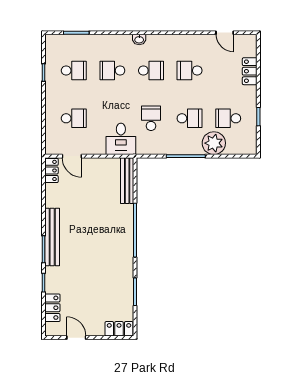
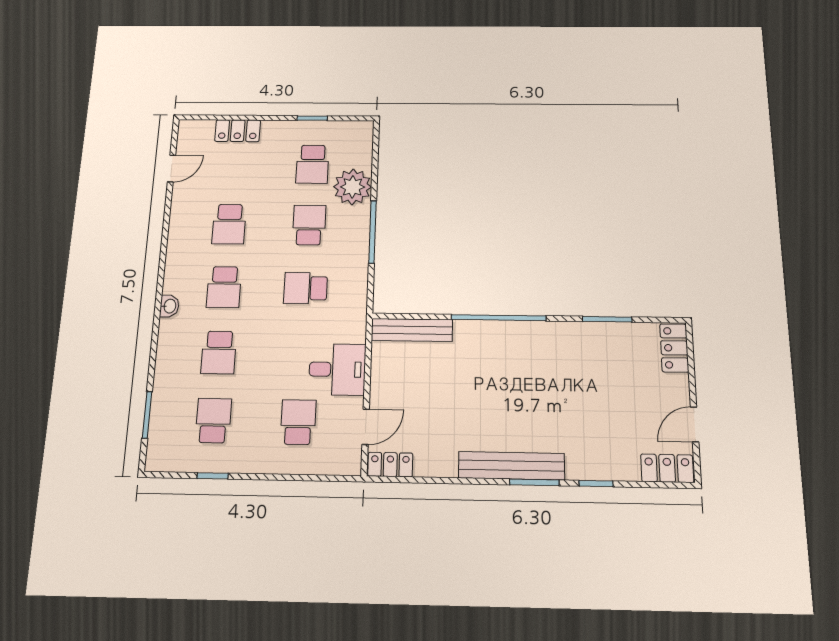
school desk: (151, 71) -> (224, 287), turned 180
desk: (121, 139) -> (337, 369), moved
locker: (52, 308) -> (667, 468), moved

